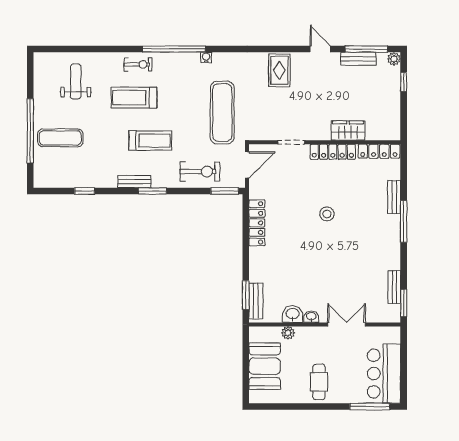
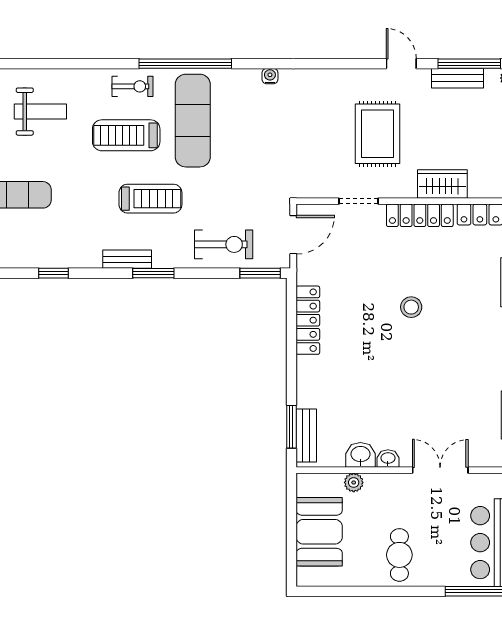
water cooler: (206, 57) -> (270, 76), moved
rug: (279, 70) -> (377, 134), moved, width x1.36, depth x1.43
weight bench: (76, 81) -> (40, 112), turned 90
exercise mat: (222, 113) -> (193, 121), moved

